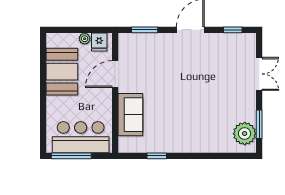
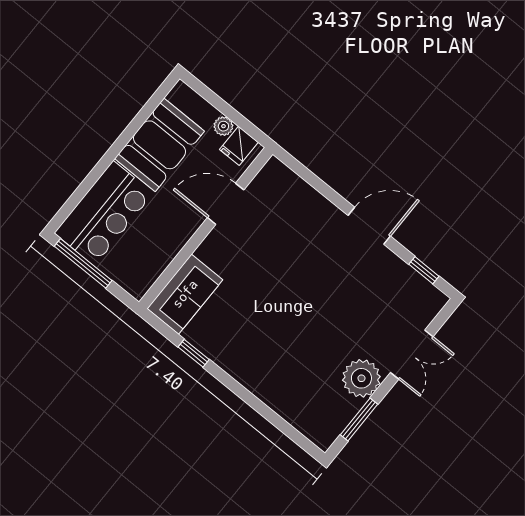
window: (145, 30) -> (310, 178), removed
sofa: (130, 115) -> (185, 294), moved
plant: (245, 134) -> (361, 378), moved
bar counter: (81, 137) -> (104, 213), moved, turned 90

